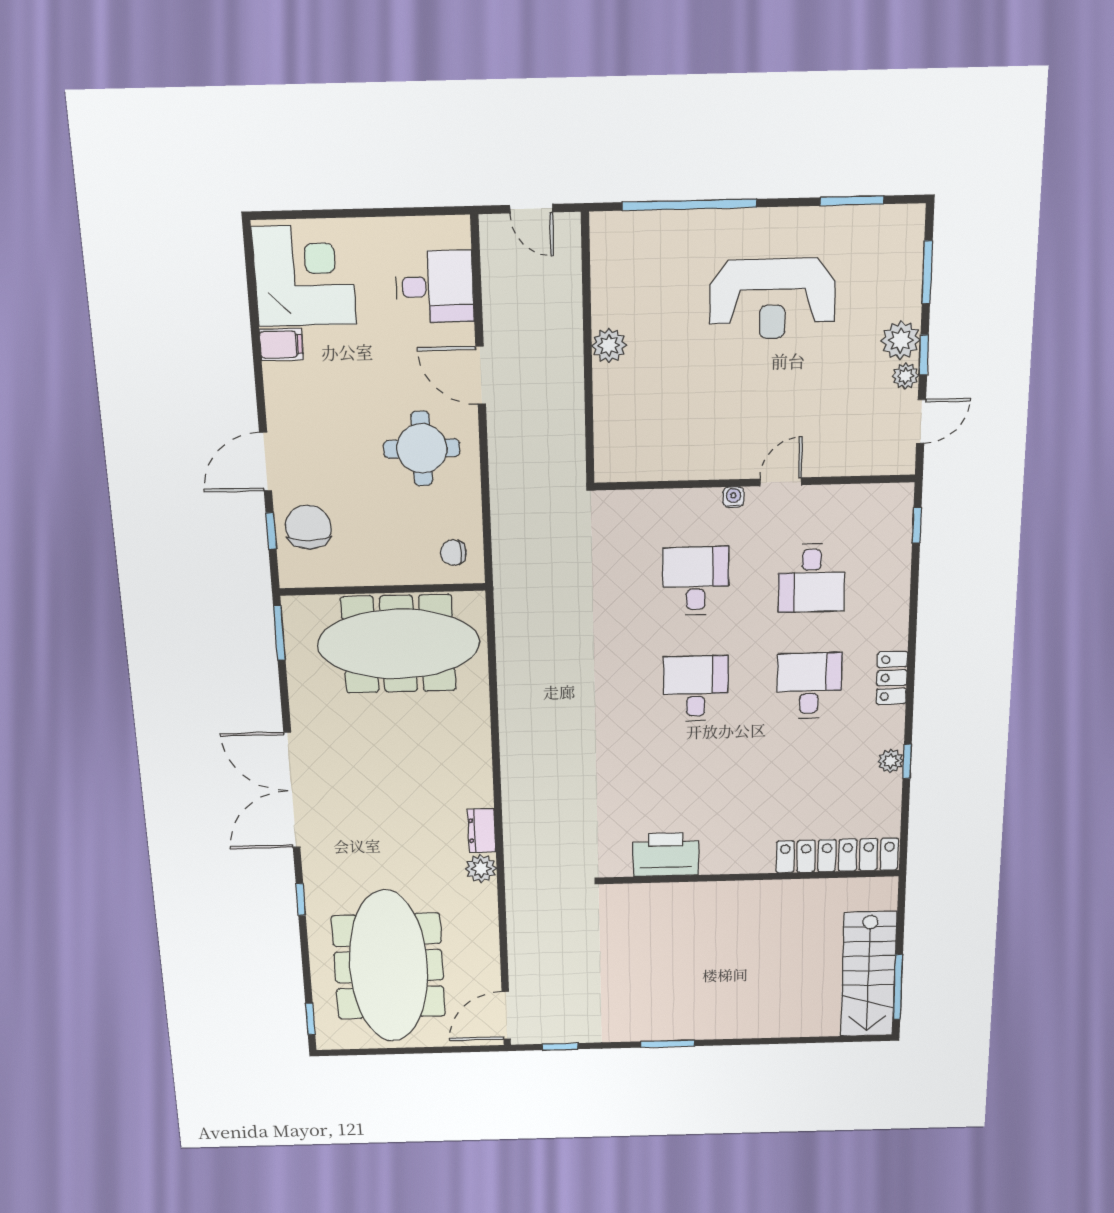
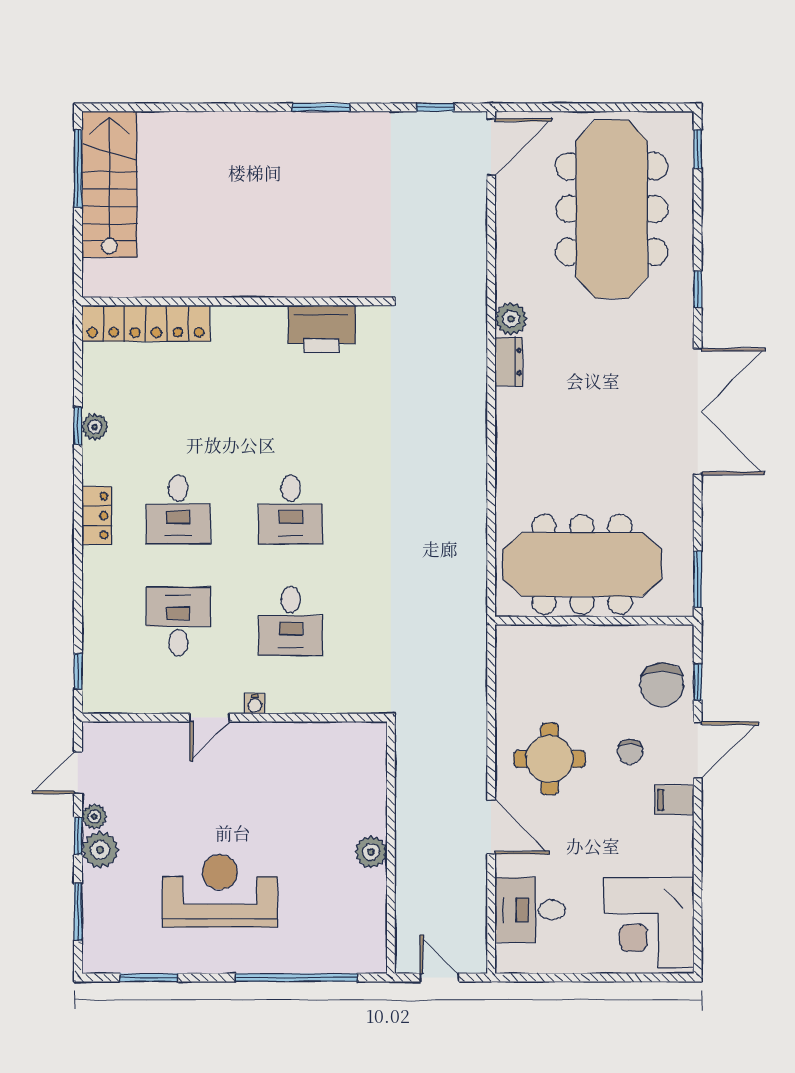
filing cabinet: (281, 344) -> (674, 800), moved
chair: (453, 553) -> (630, 752), moved, turned 90

